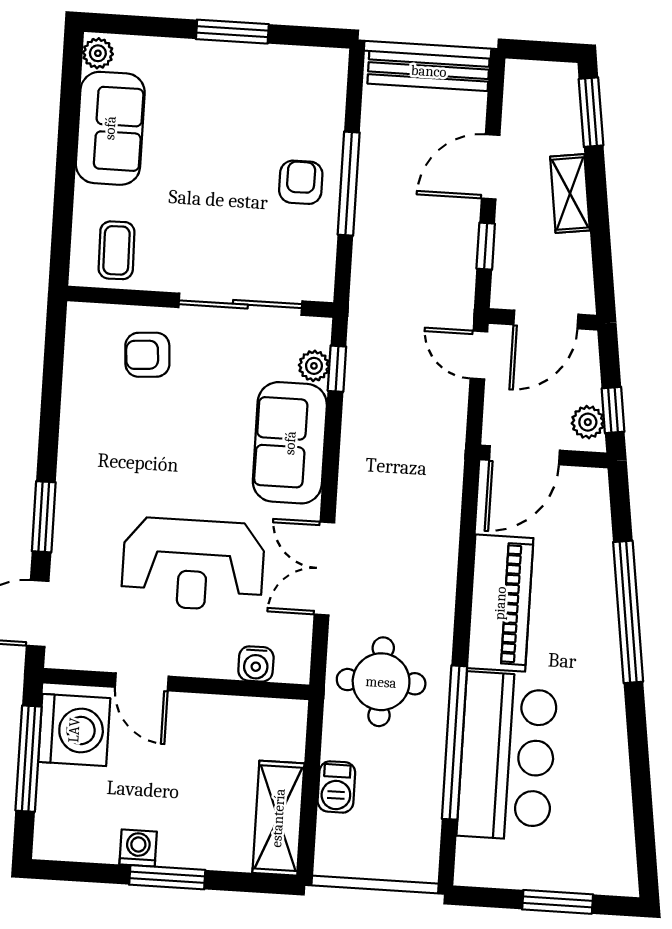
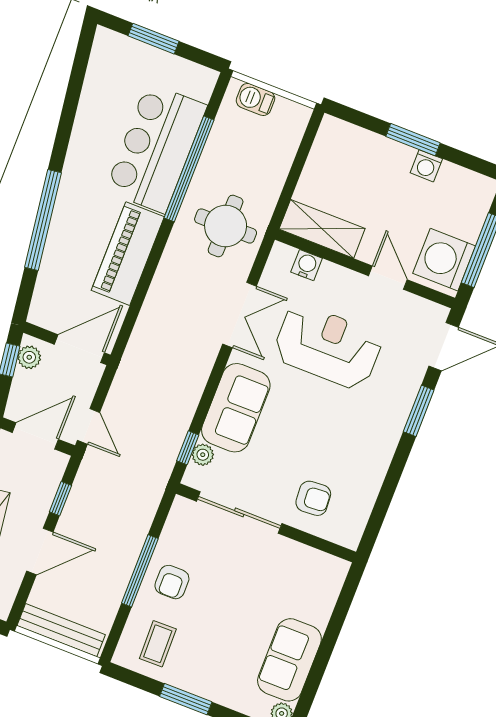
coffee table: (117, 250) -> (158, 644), moved
barbecue: (336, 787) -> (255, 99), moved, turned -90
shelving: (278, 818) -> (322, 229), moved, turned 90

